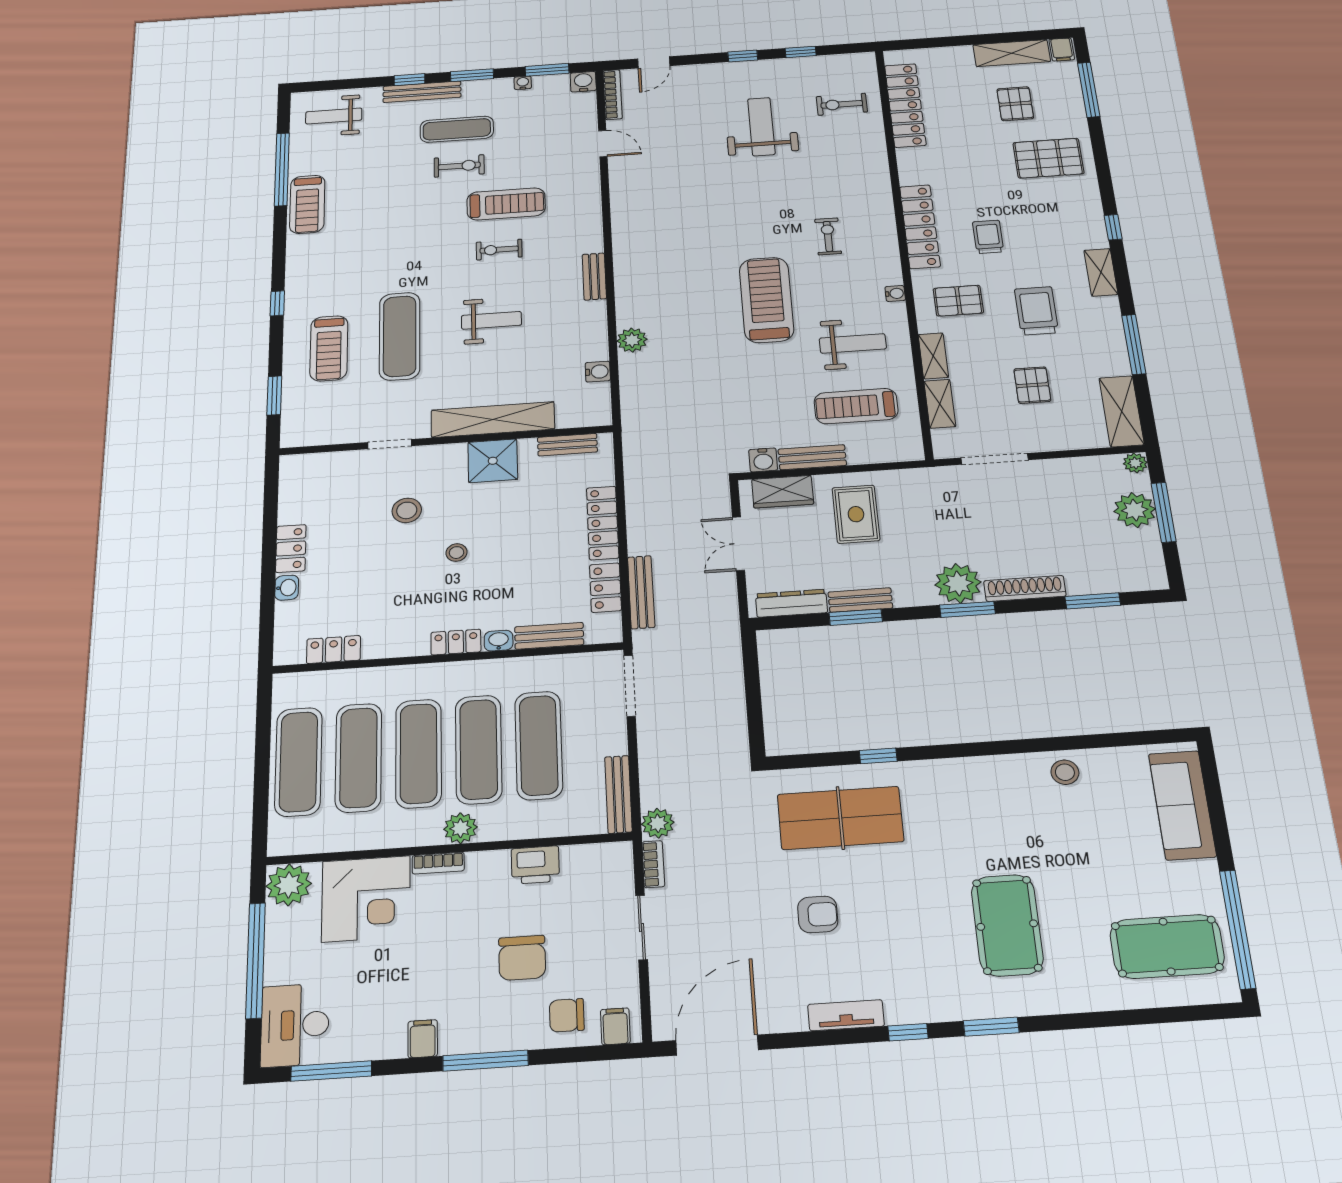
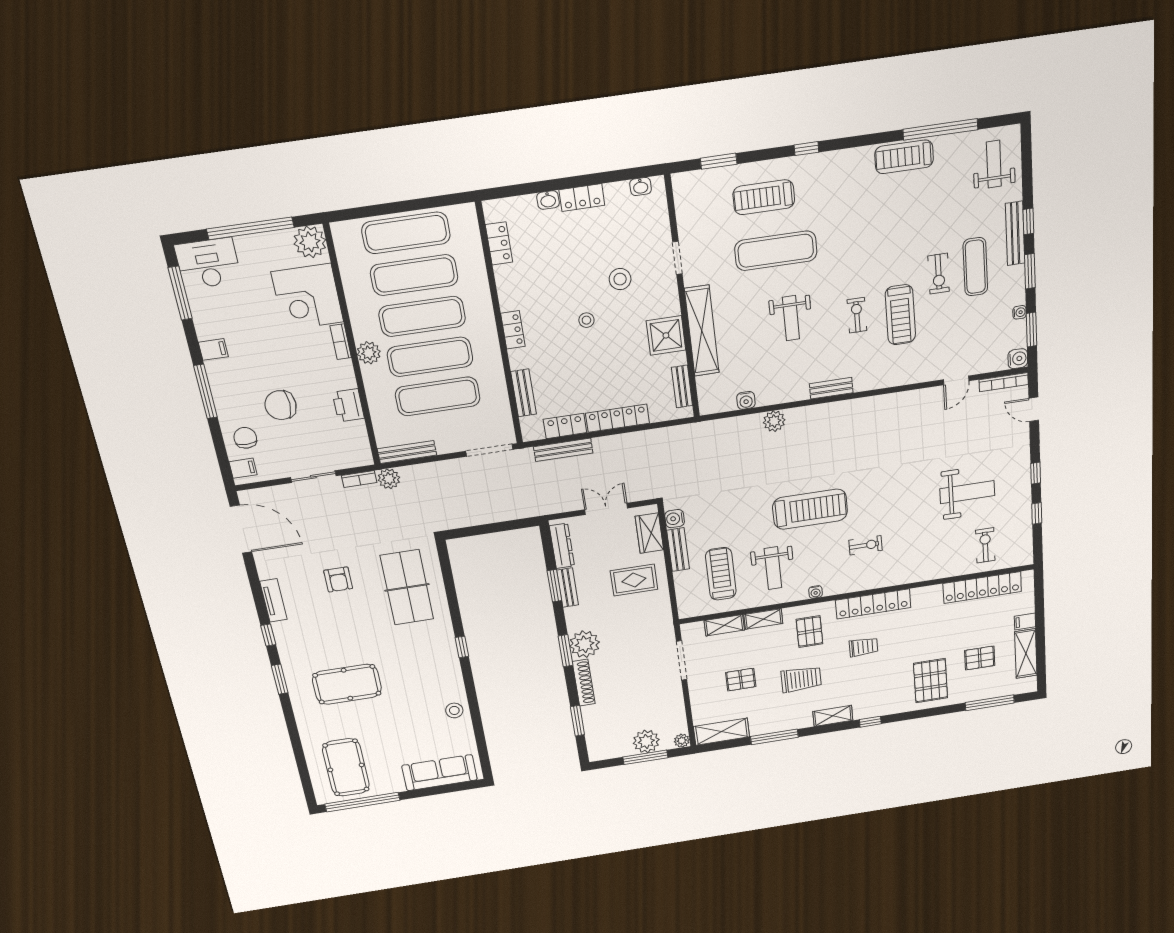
filing cabinet: (1062, 49) -> (1025, 621), moved
washbasin: (499, 641) -> (641, 186), moved, turned 90
window: (878, 756) -> (462, 647), moved

